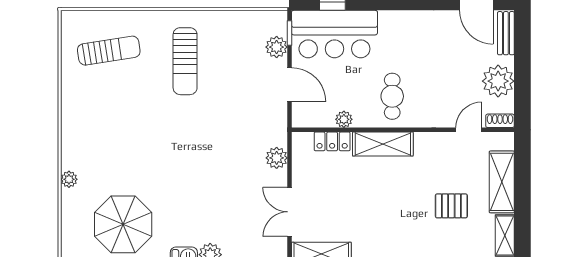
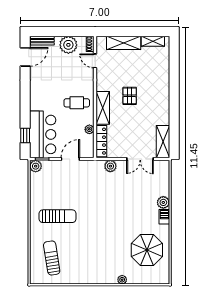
plant: (277, 47) -> (36, 166), moved
locker: (332, 141) -> (101, 141), width x1.53
pallet: (451, 206) -> (130, 96), moved

